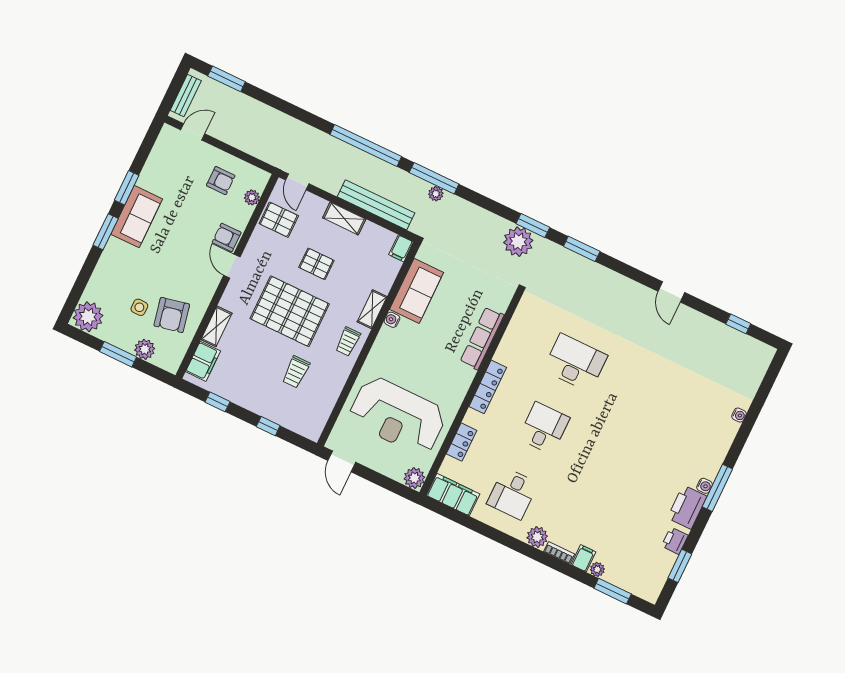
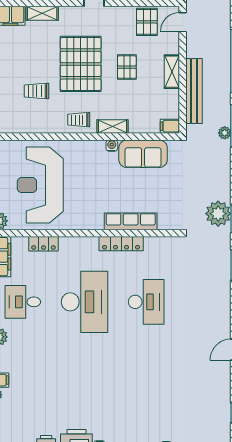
locker: (488, 387) -> (121, 244), moved
desk: (544, 428) -> (84, 302), width x1.87, depth x1.30

